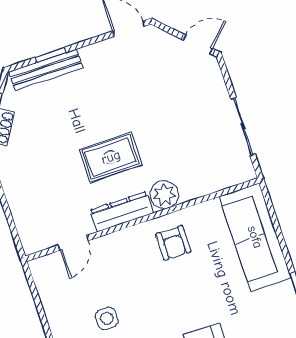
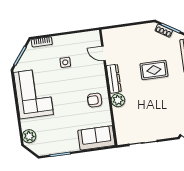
rug: (111, 157) -> (154, 70), moved, turned 90
sofa: (255, 237) -> (96, 138), width x0.73

